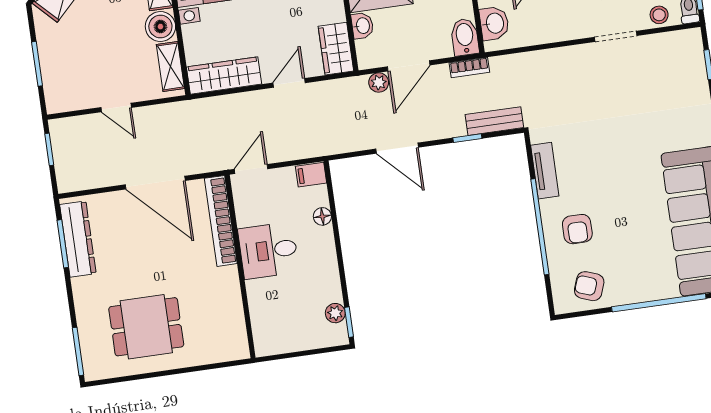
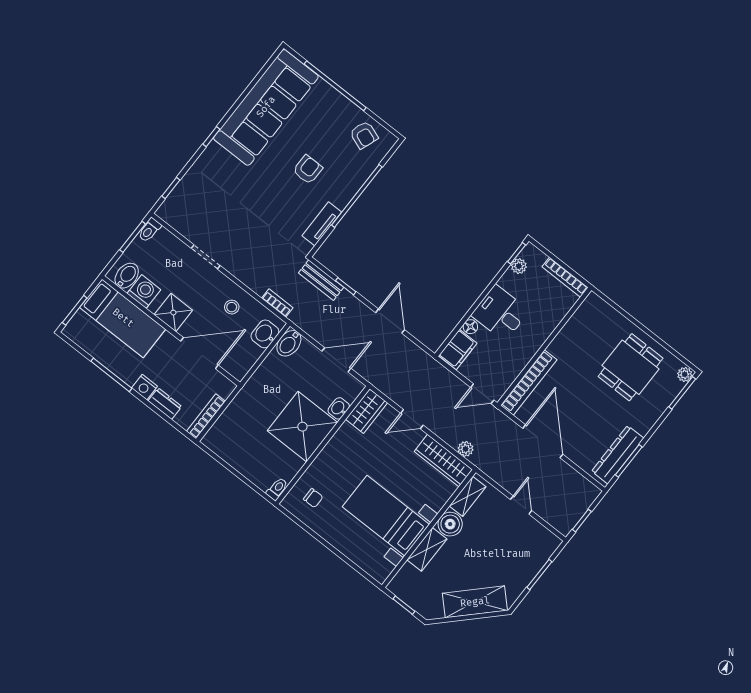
stool: (659, 15) -> (232, 307), moved
bookcase: (469, 67) -> (277, 303), moved
plant: (379, 83) -> (466, 449), moved
filing cabinet: (311, 175) -> (458, 349), width x2.00
armchair: (577, 229) -> (308, 170), moved
desk: (268, 250) -> (500, 313), moved, turned 180
dining table: (146, 327) -> (631, 367), turned 90
bookcase: (285, 345) -> (565, 277), added
plant: (93, 370) -> (685, 374), added

